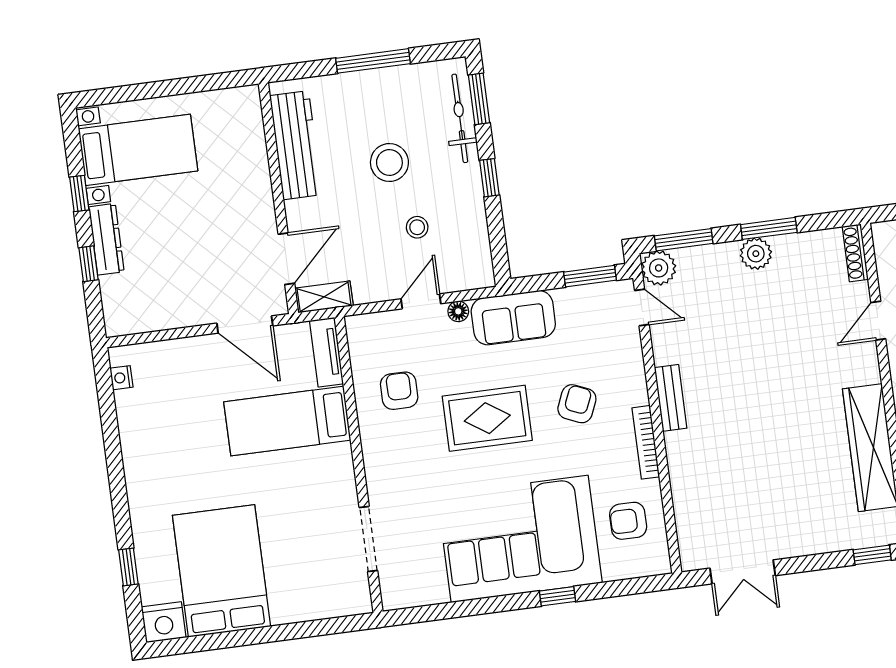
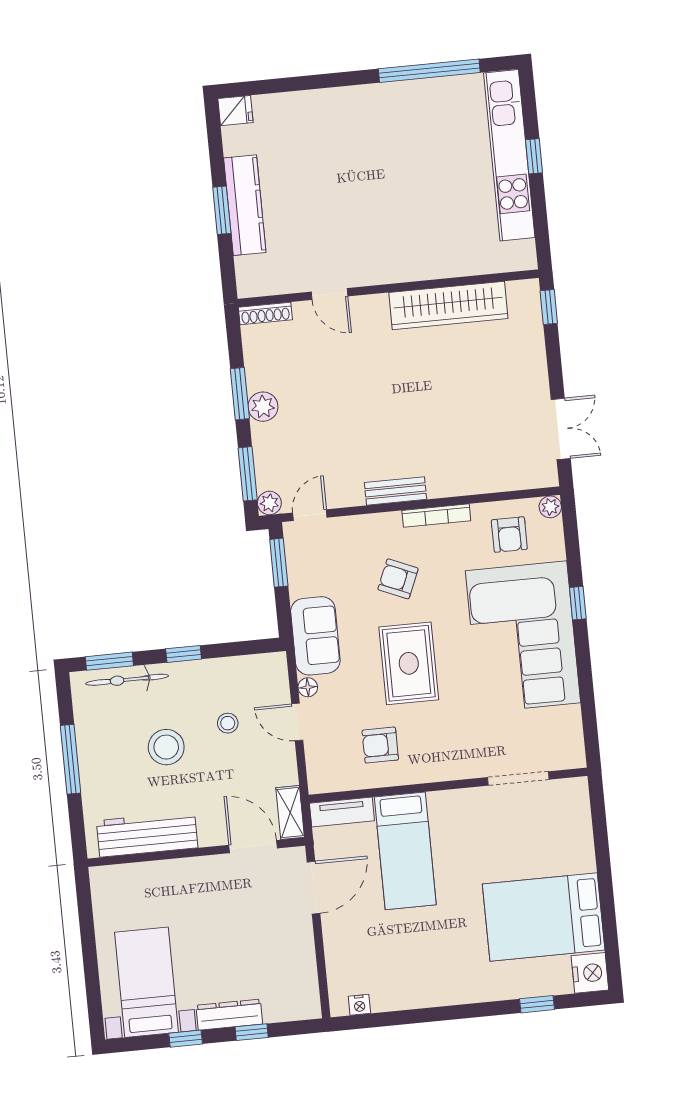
plant: (659, 268) -> (269, 503), width x0.73, depth x0.73
plant: (659, 563) -> (550, 507), added

